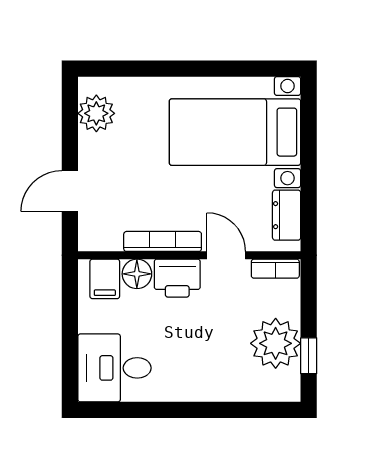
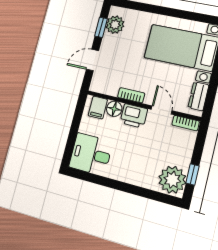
window: (70, 124) -> (101, 27), added
bookcase: (163, 241) -> (131, 95), width x0.64
plant: (276, 343) -> (172, 180), moved

